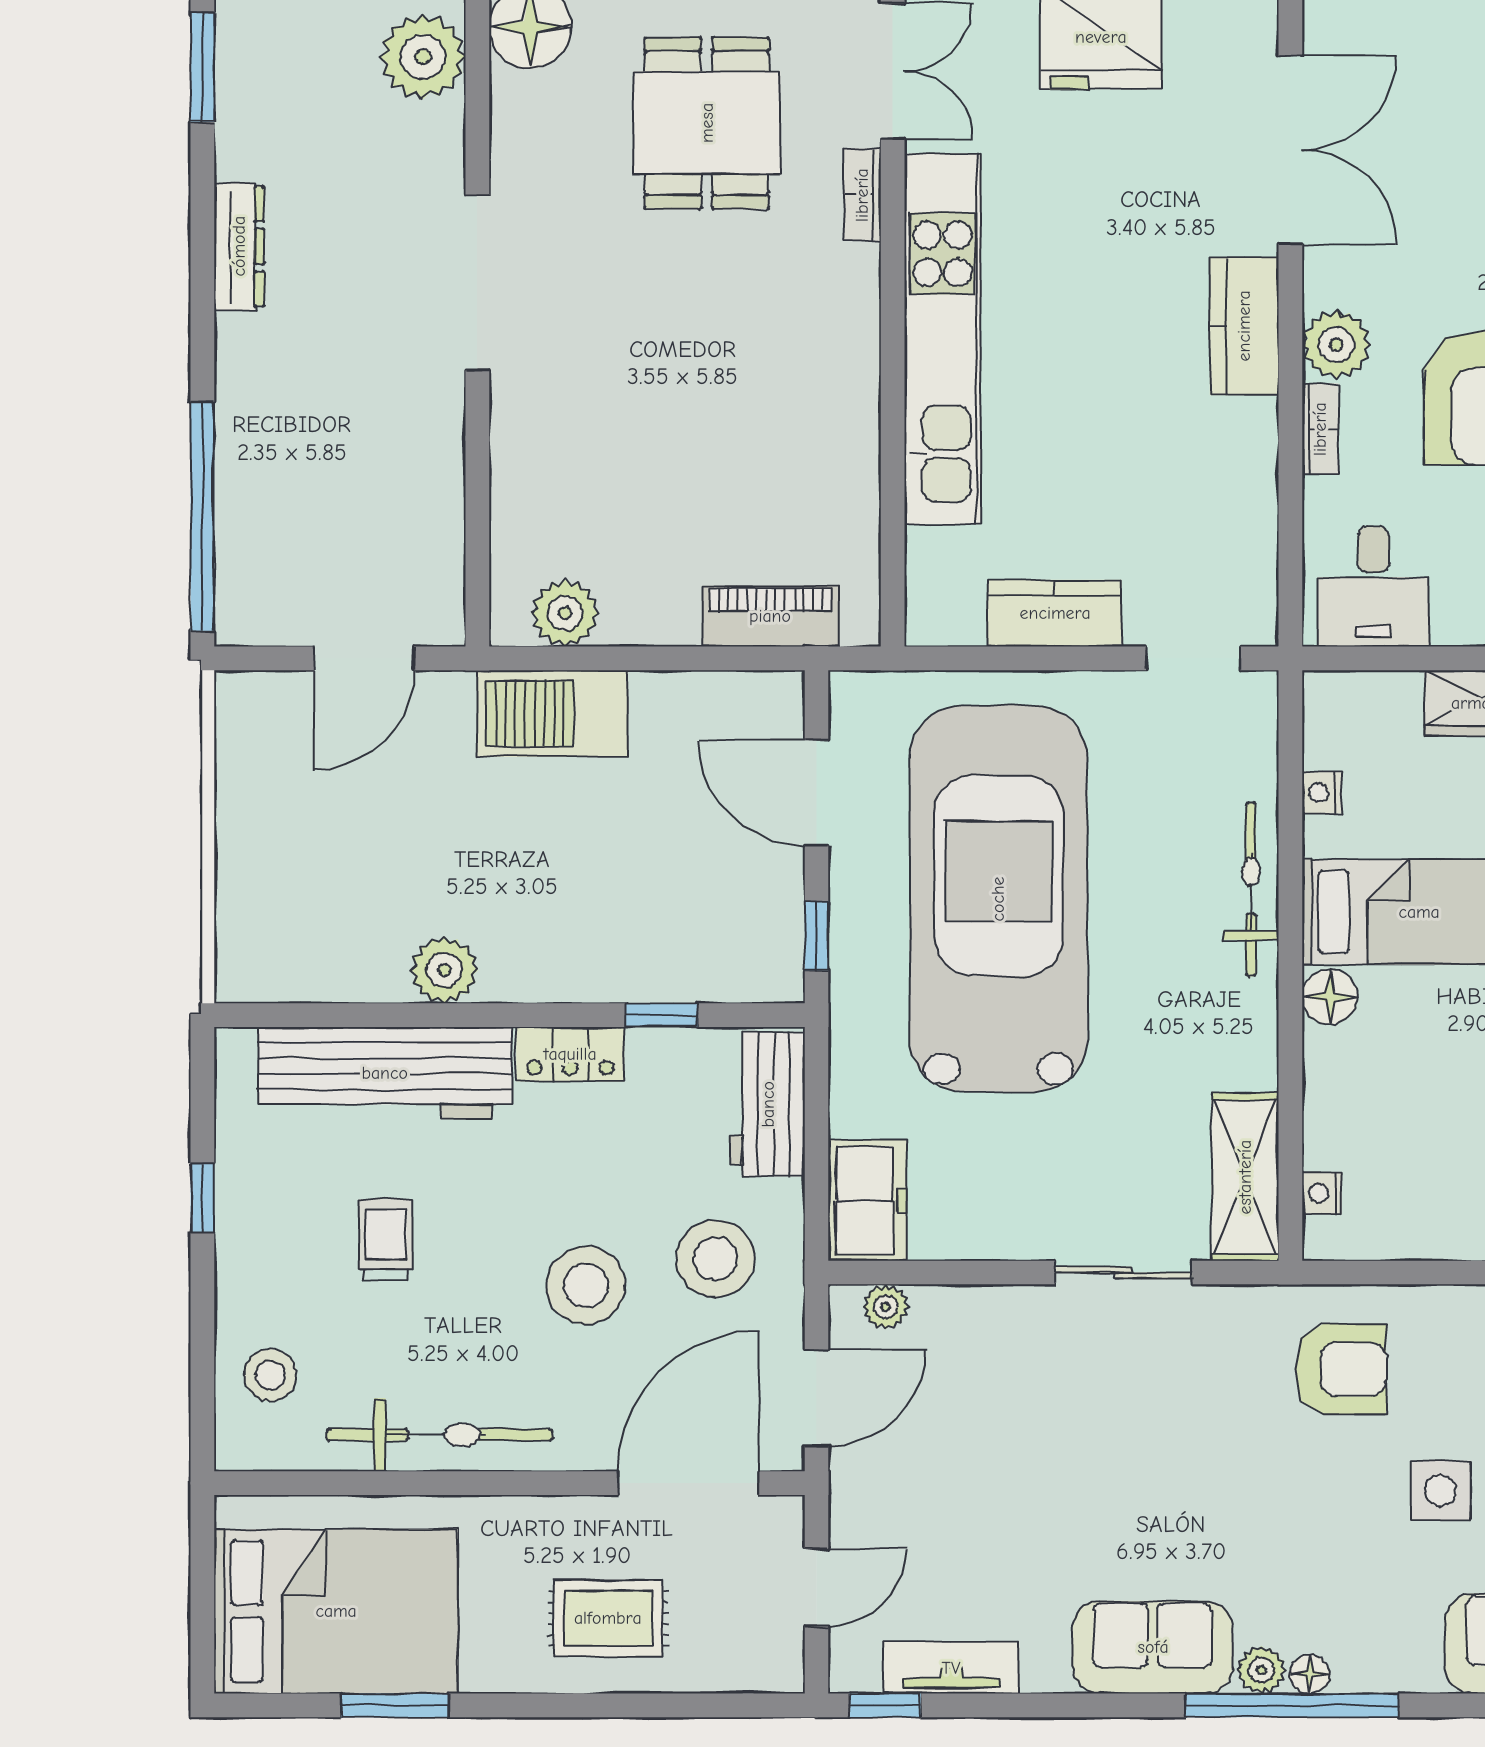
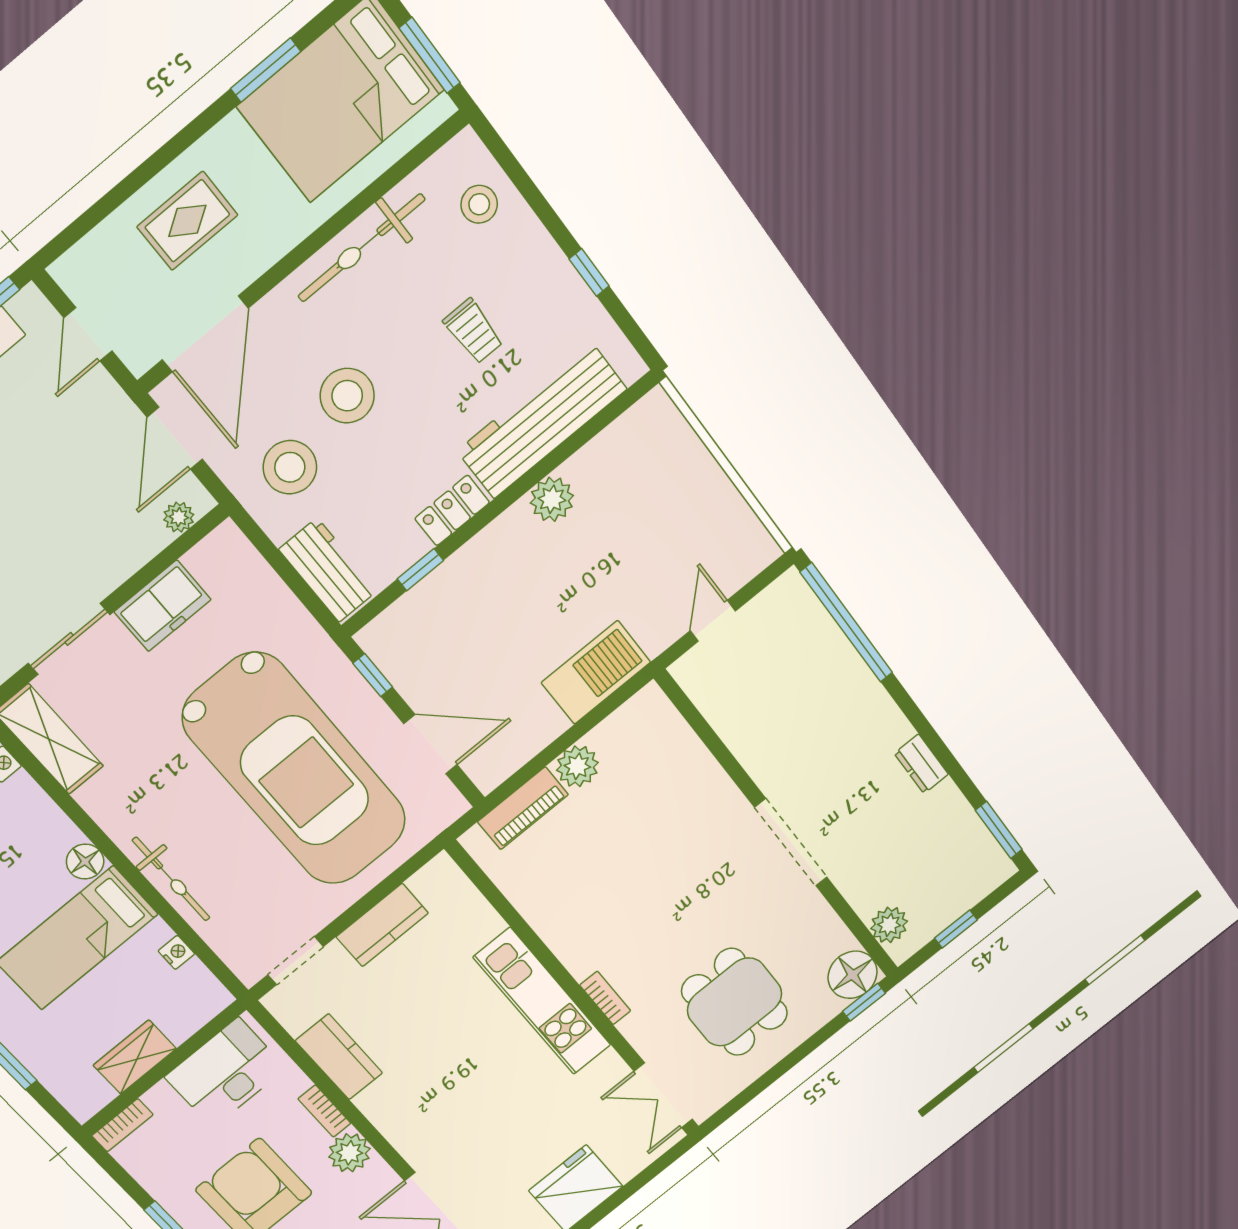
plant: (423, 57) -> (889, 925), width x0.73, depth x0.73
bookcase: (862, 195) -> (605, 998), moved
dresser: (239, 246) -> (921, 764), width x0.70
kitchen counter: (1244, 326) -> (339, 1057), moved
kitchen unit: (943, 339) -> (542, 1001), width x0.73
desk: (1373, 587) -> (226, 1073), width x1.37
plant: (565, 613) -> (577, 766), moved
door: (364, 658) -> (713, 621), width x0.73
freezer: (867, 1200) -> (163, 606), moved, turned -90
window: (202, 1578) -> (430, 55), added

